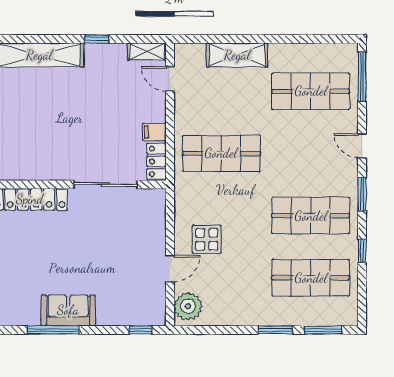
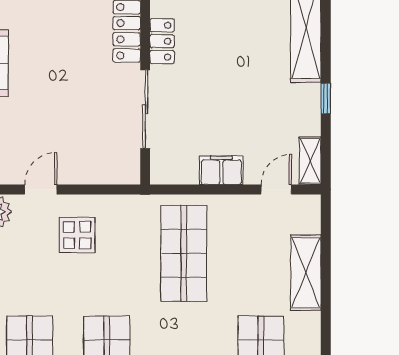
filing cabinet: (154, 132) -> (221, 170), width x2.00
locker: (156, 161) -> (162, 41), moved, turned 90
door: (170, 269) -> (41, 189), swing flipped

